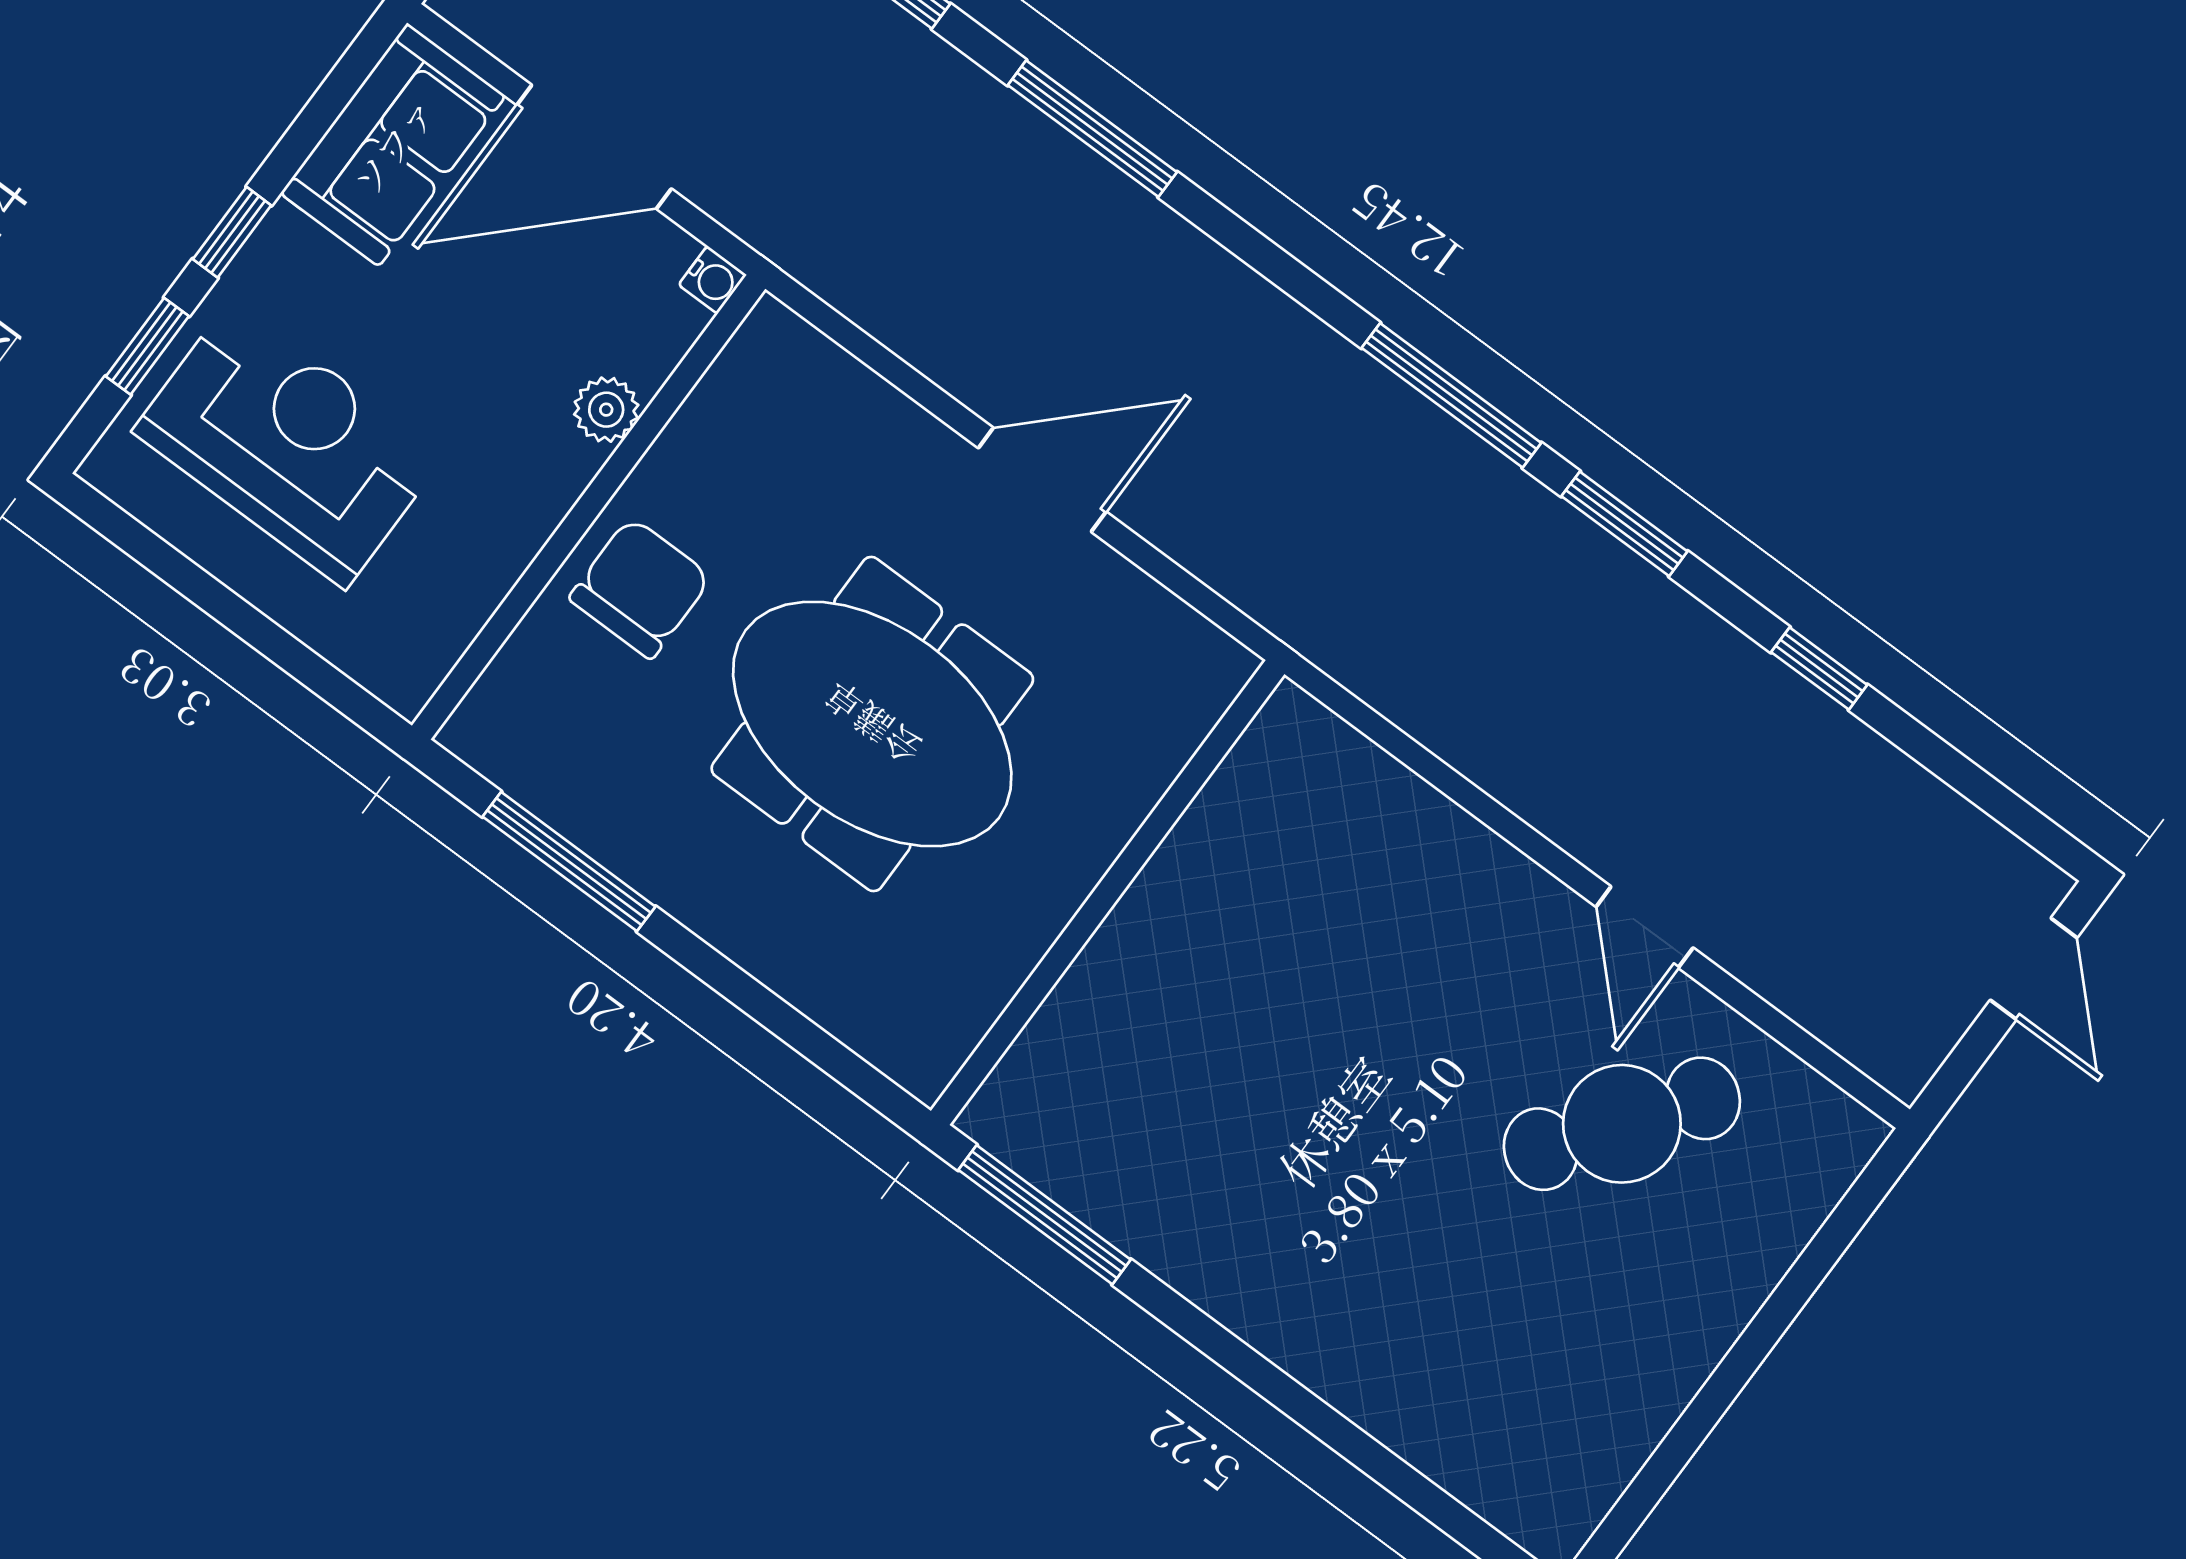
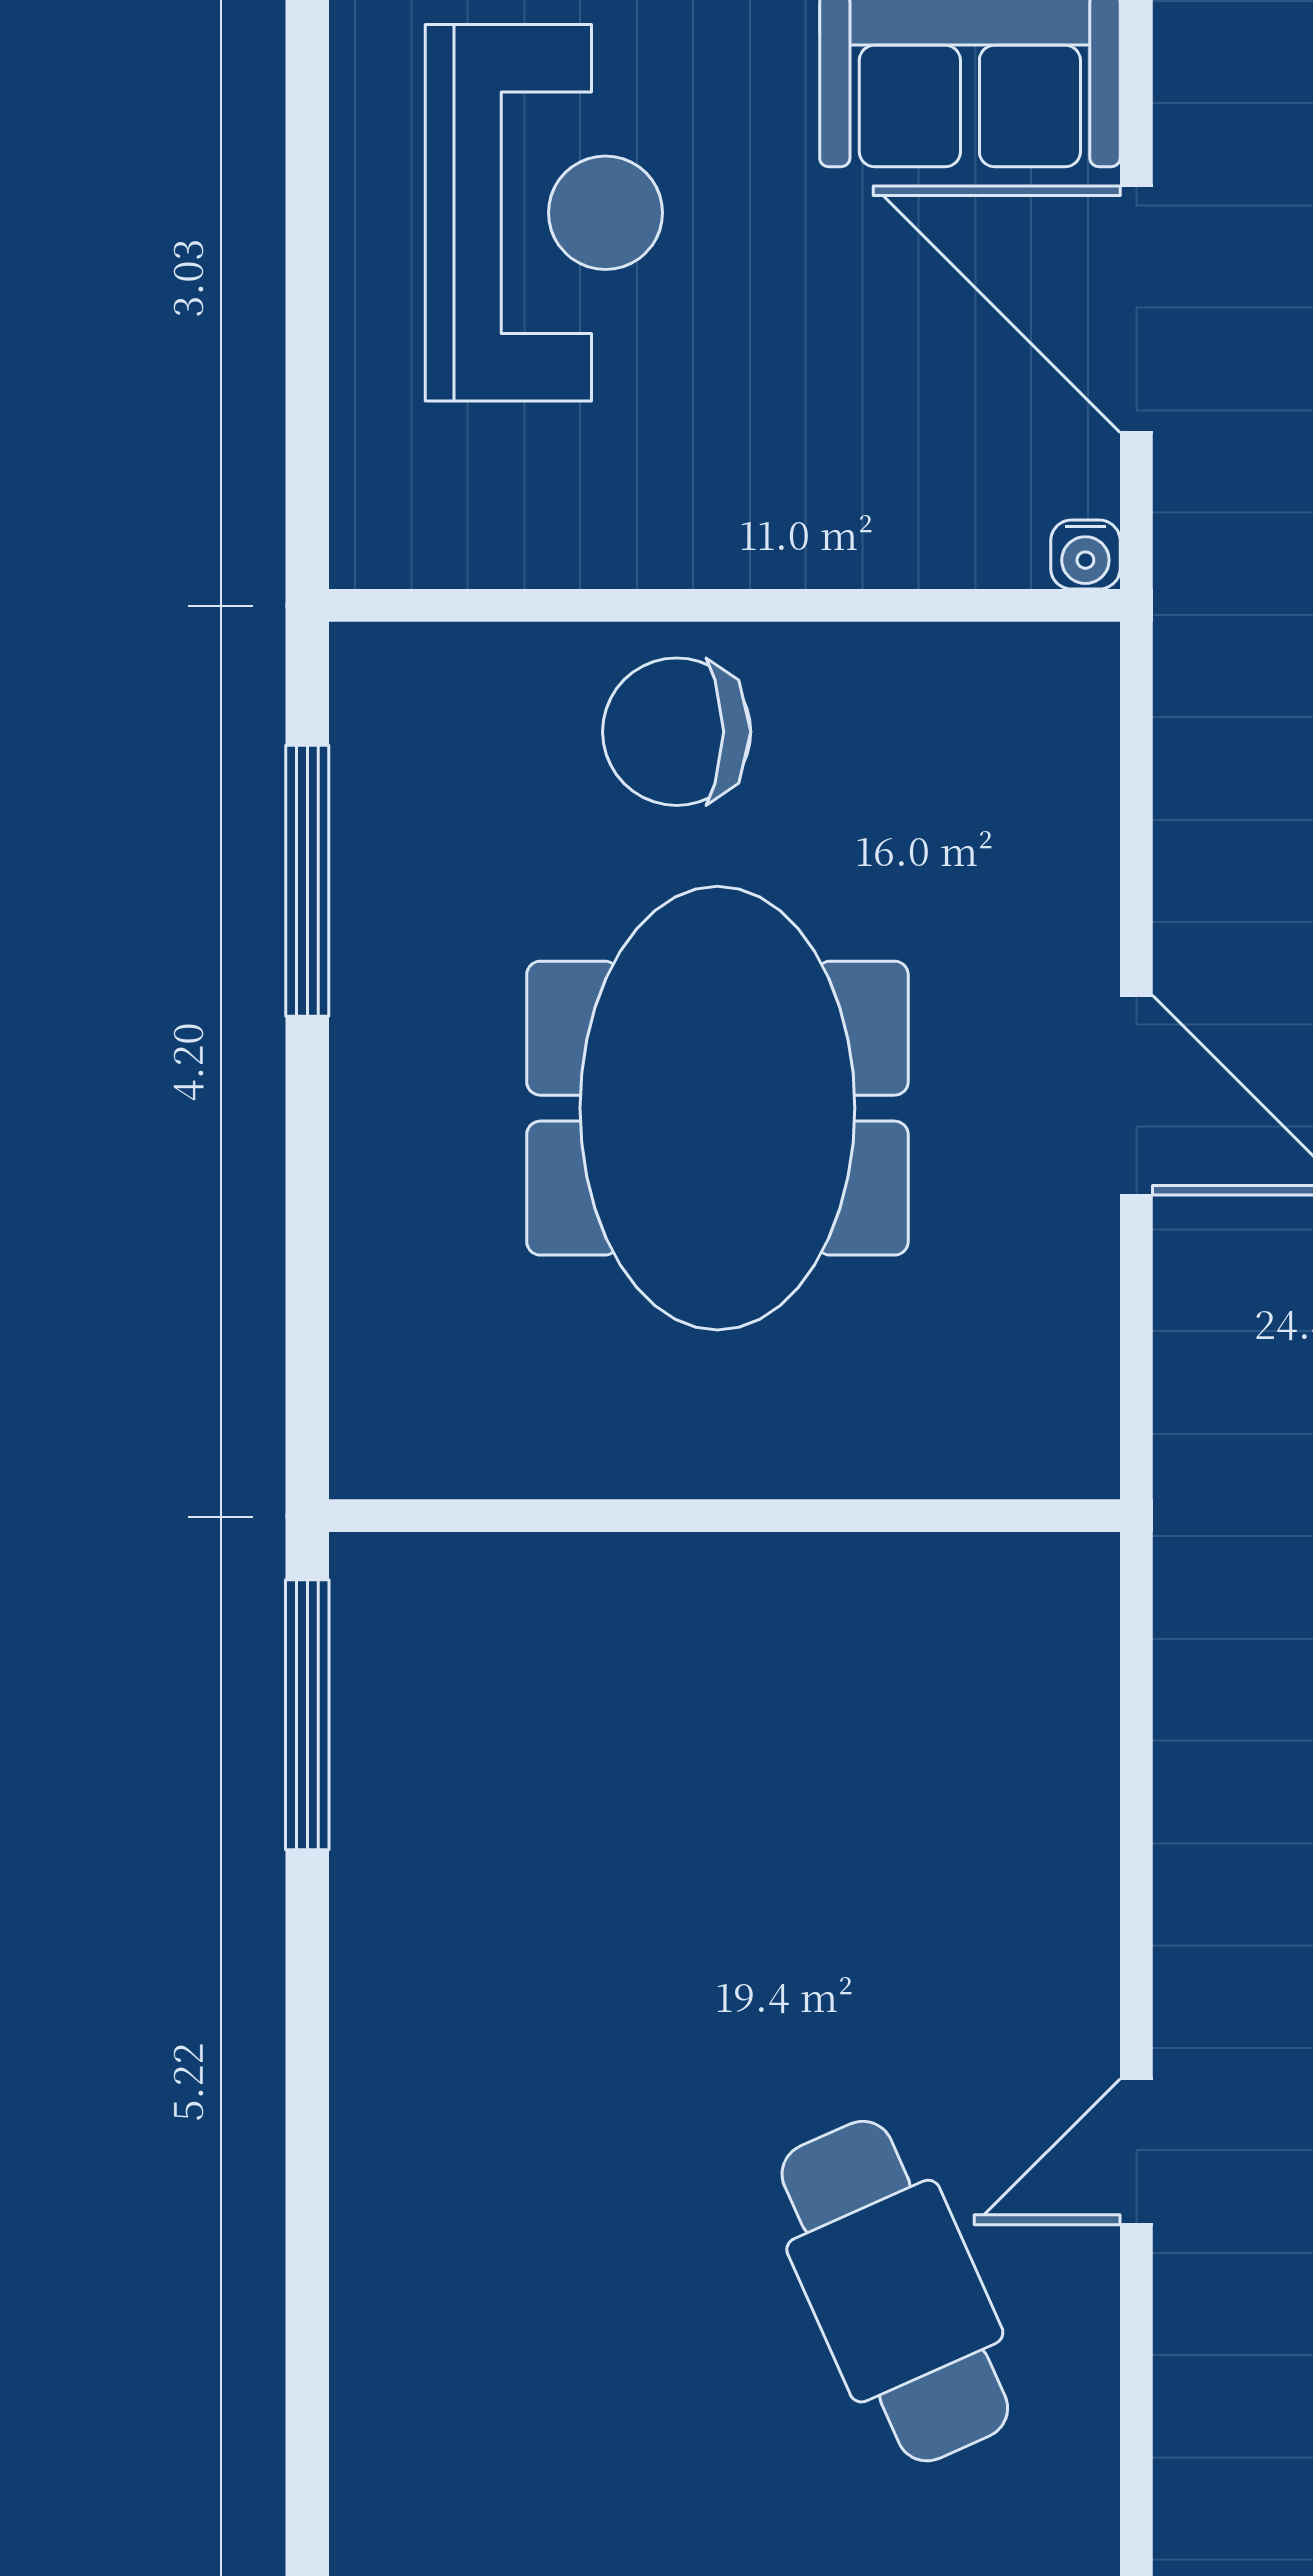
plant: (606, 410) -> (849, 543), removed
chair: (640, 588) -> (677, 732), turned 180
cafe table: (1622, 1124) -> (895, 2291), turned 30

